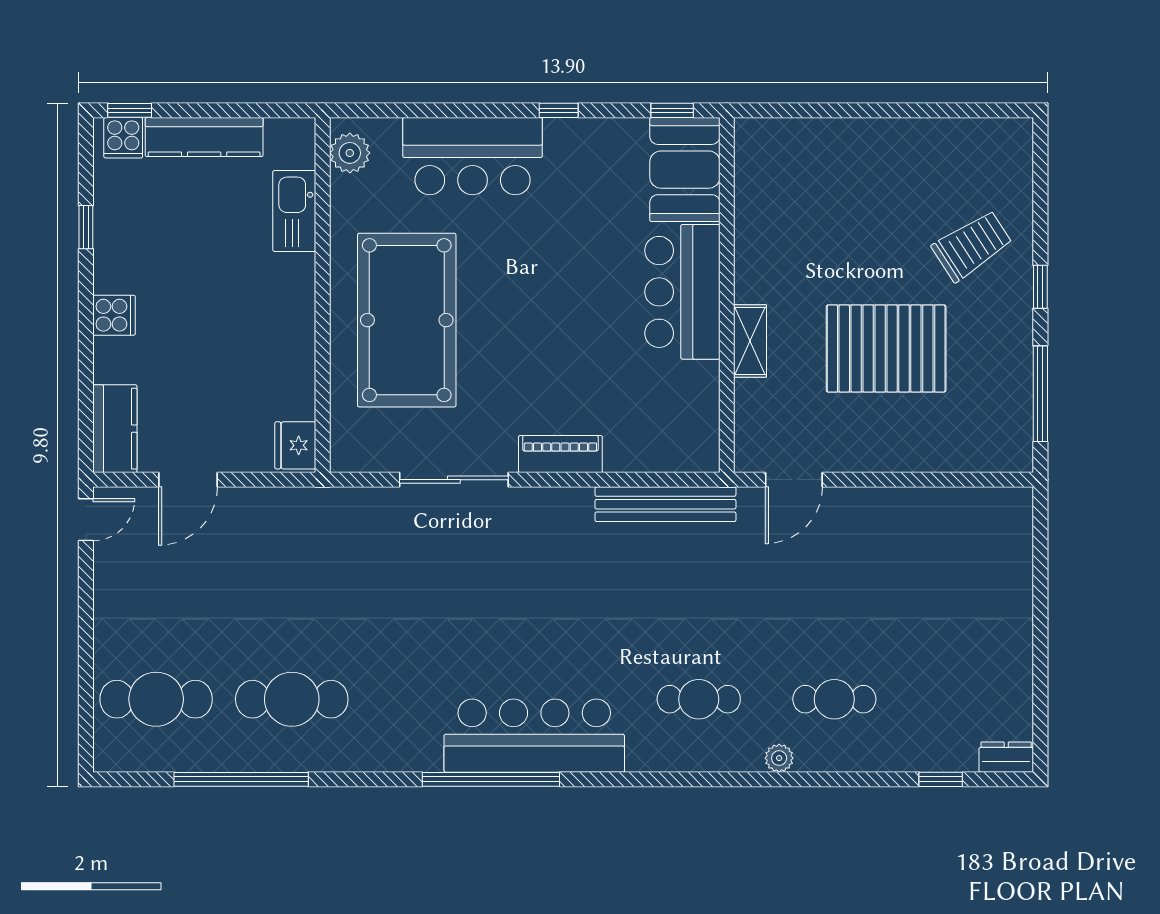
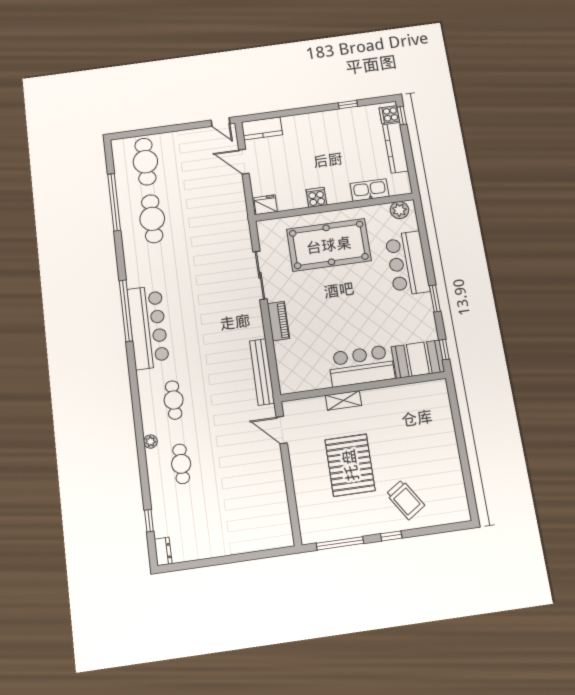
window: (559, 110) -> (435, 298), width x1.50
cooker: (114, 315) -> (316, 197), moved, turned 180

